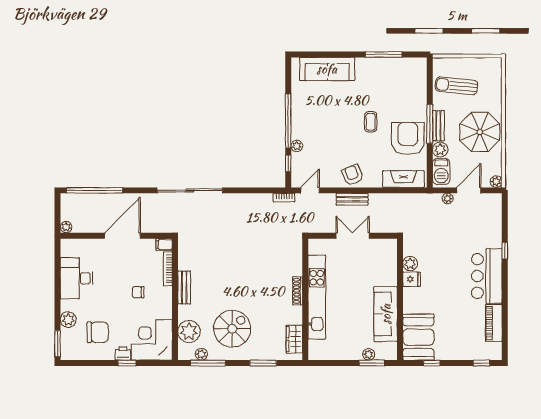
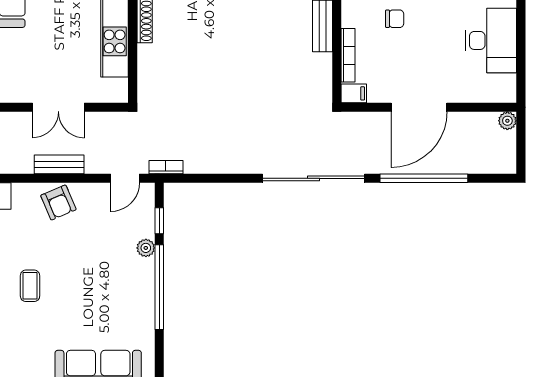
window: (95, 190) -> (424, 178), moved

